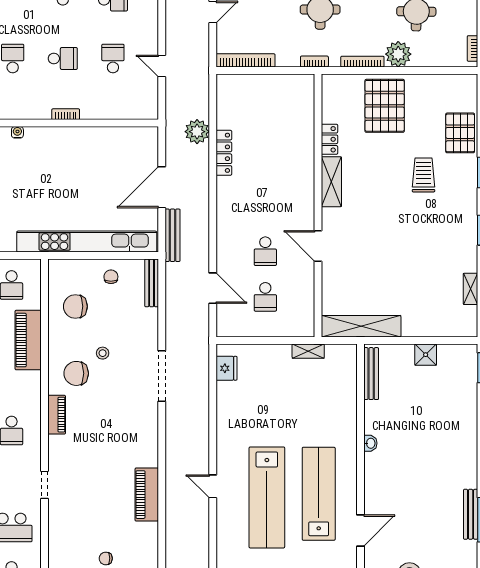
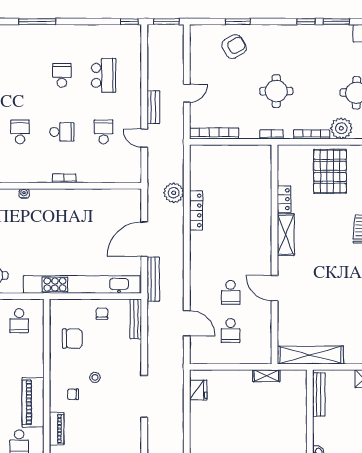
bench: (173, 29) -> (153, 107), added
chair: (75, 306) -> (72, 339), turned 180
piano: (28, 340) -> (33, 402), moved
chair: (76, 373) -> (73, 394), width x0.54, depth x0.54

